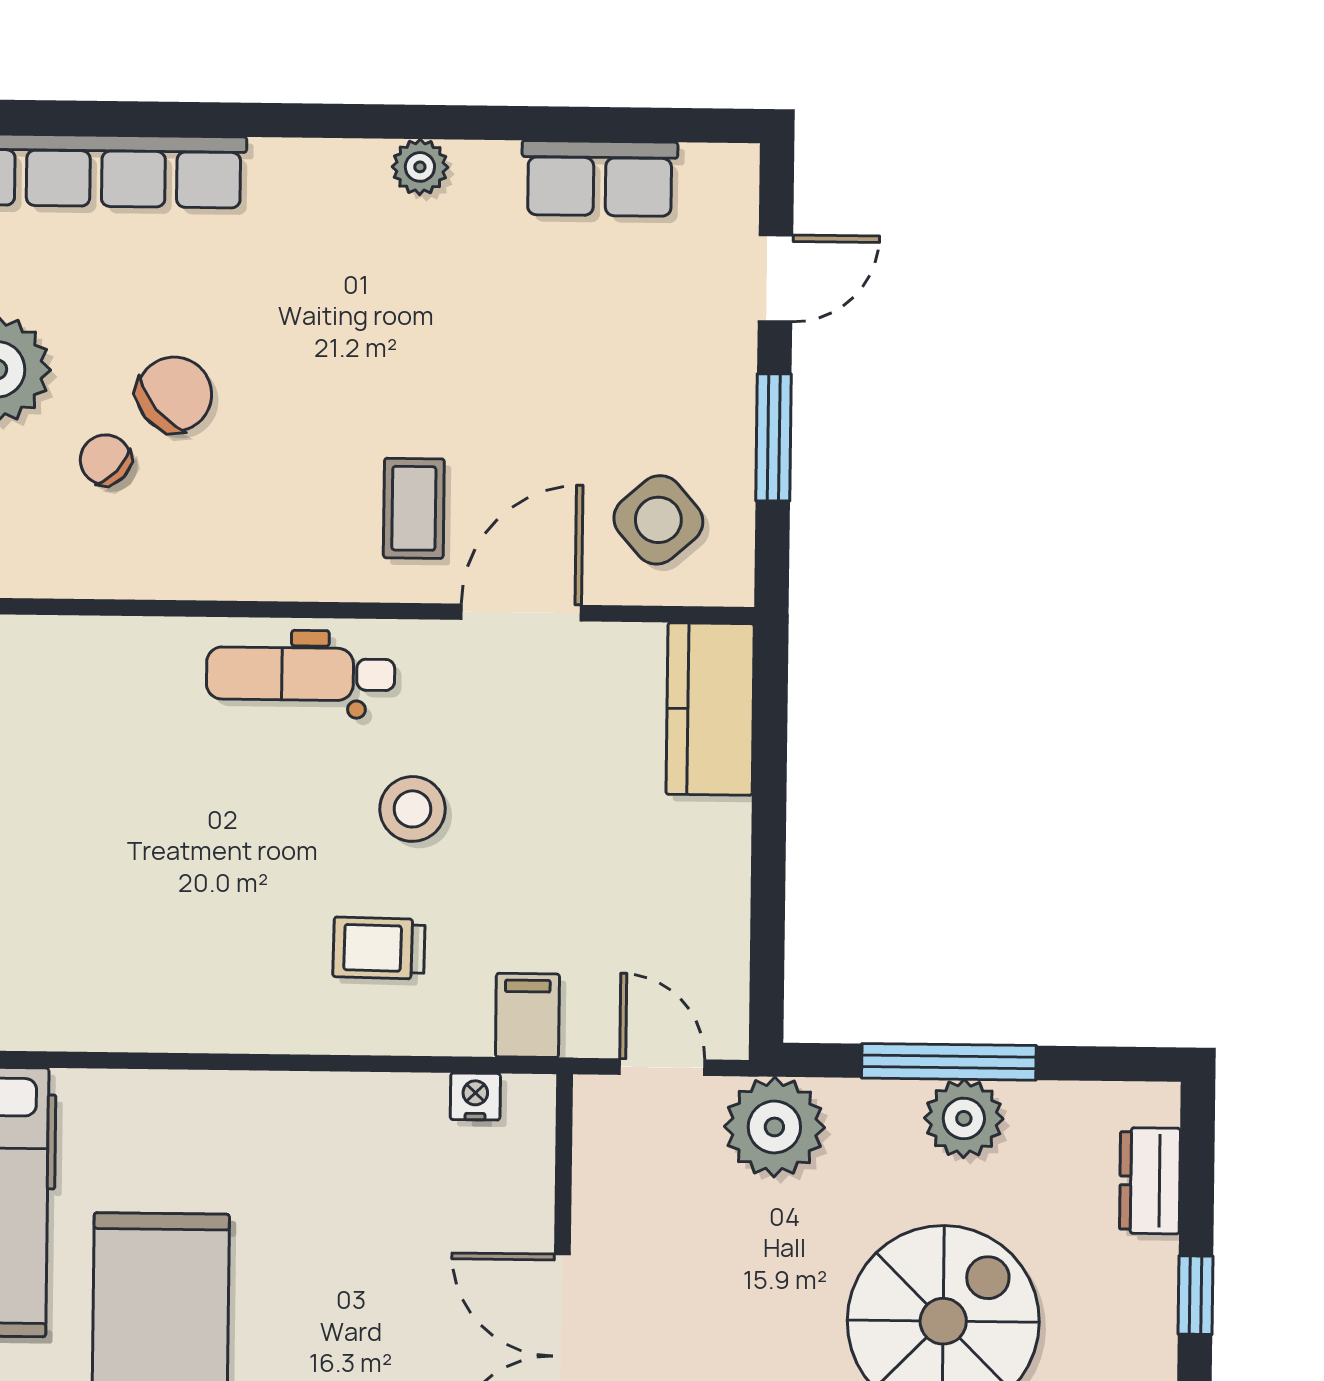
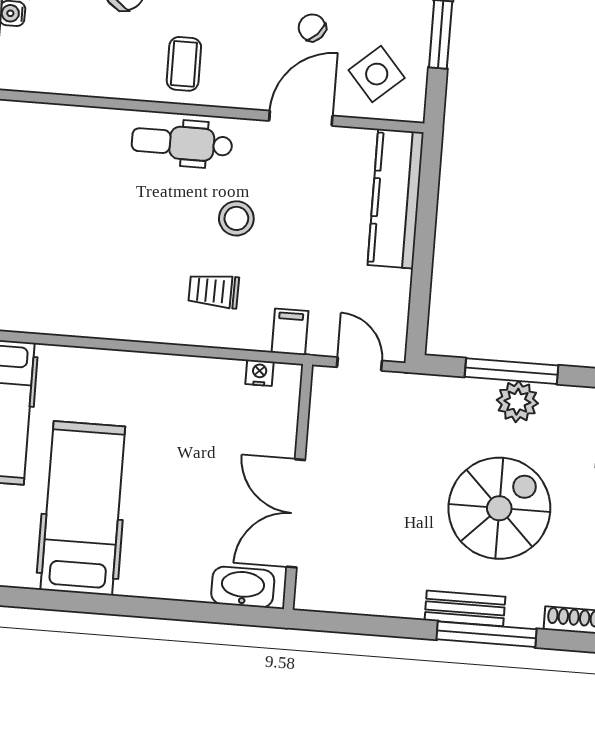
chair: (106, 460) -> (312, 28), moved
coffee table: (414, 508) -> (184, 64), moved
kitchen counter: (710, 709) -> (396, 199), width x1.50
plant: (774, 1127) -> (417, 399), removed

